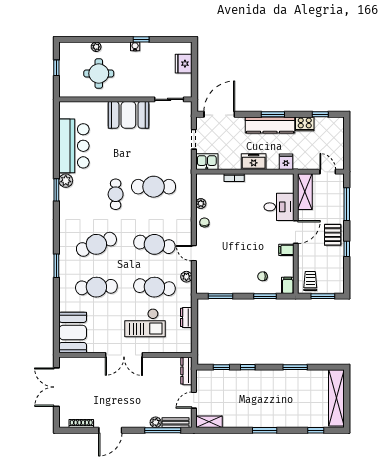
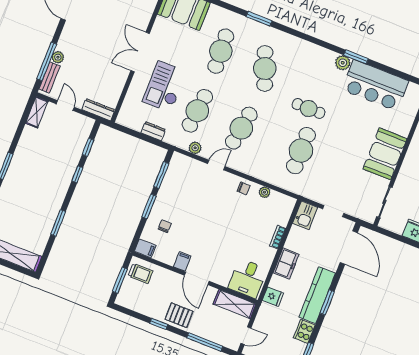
window: (56, 190) -> (356, 57), moved
desk: (279, 207) -> (248, 278), moved
window: (265, 296) -> (149, 206), moved

